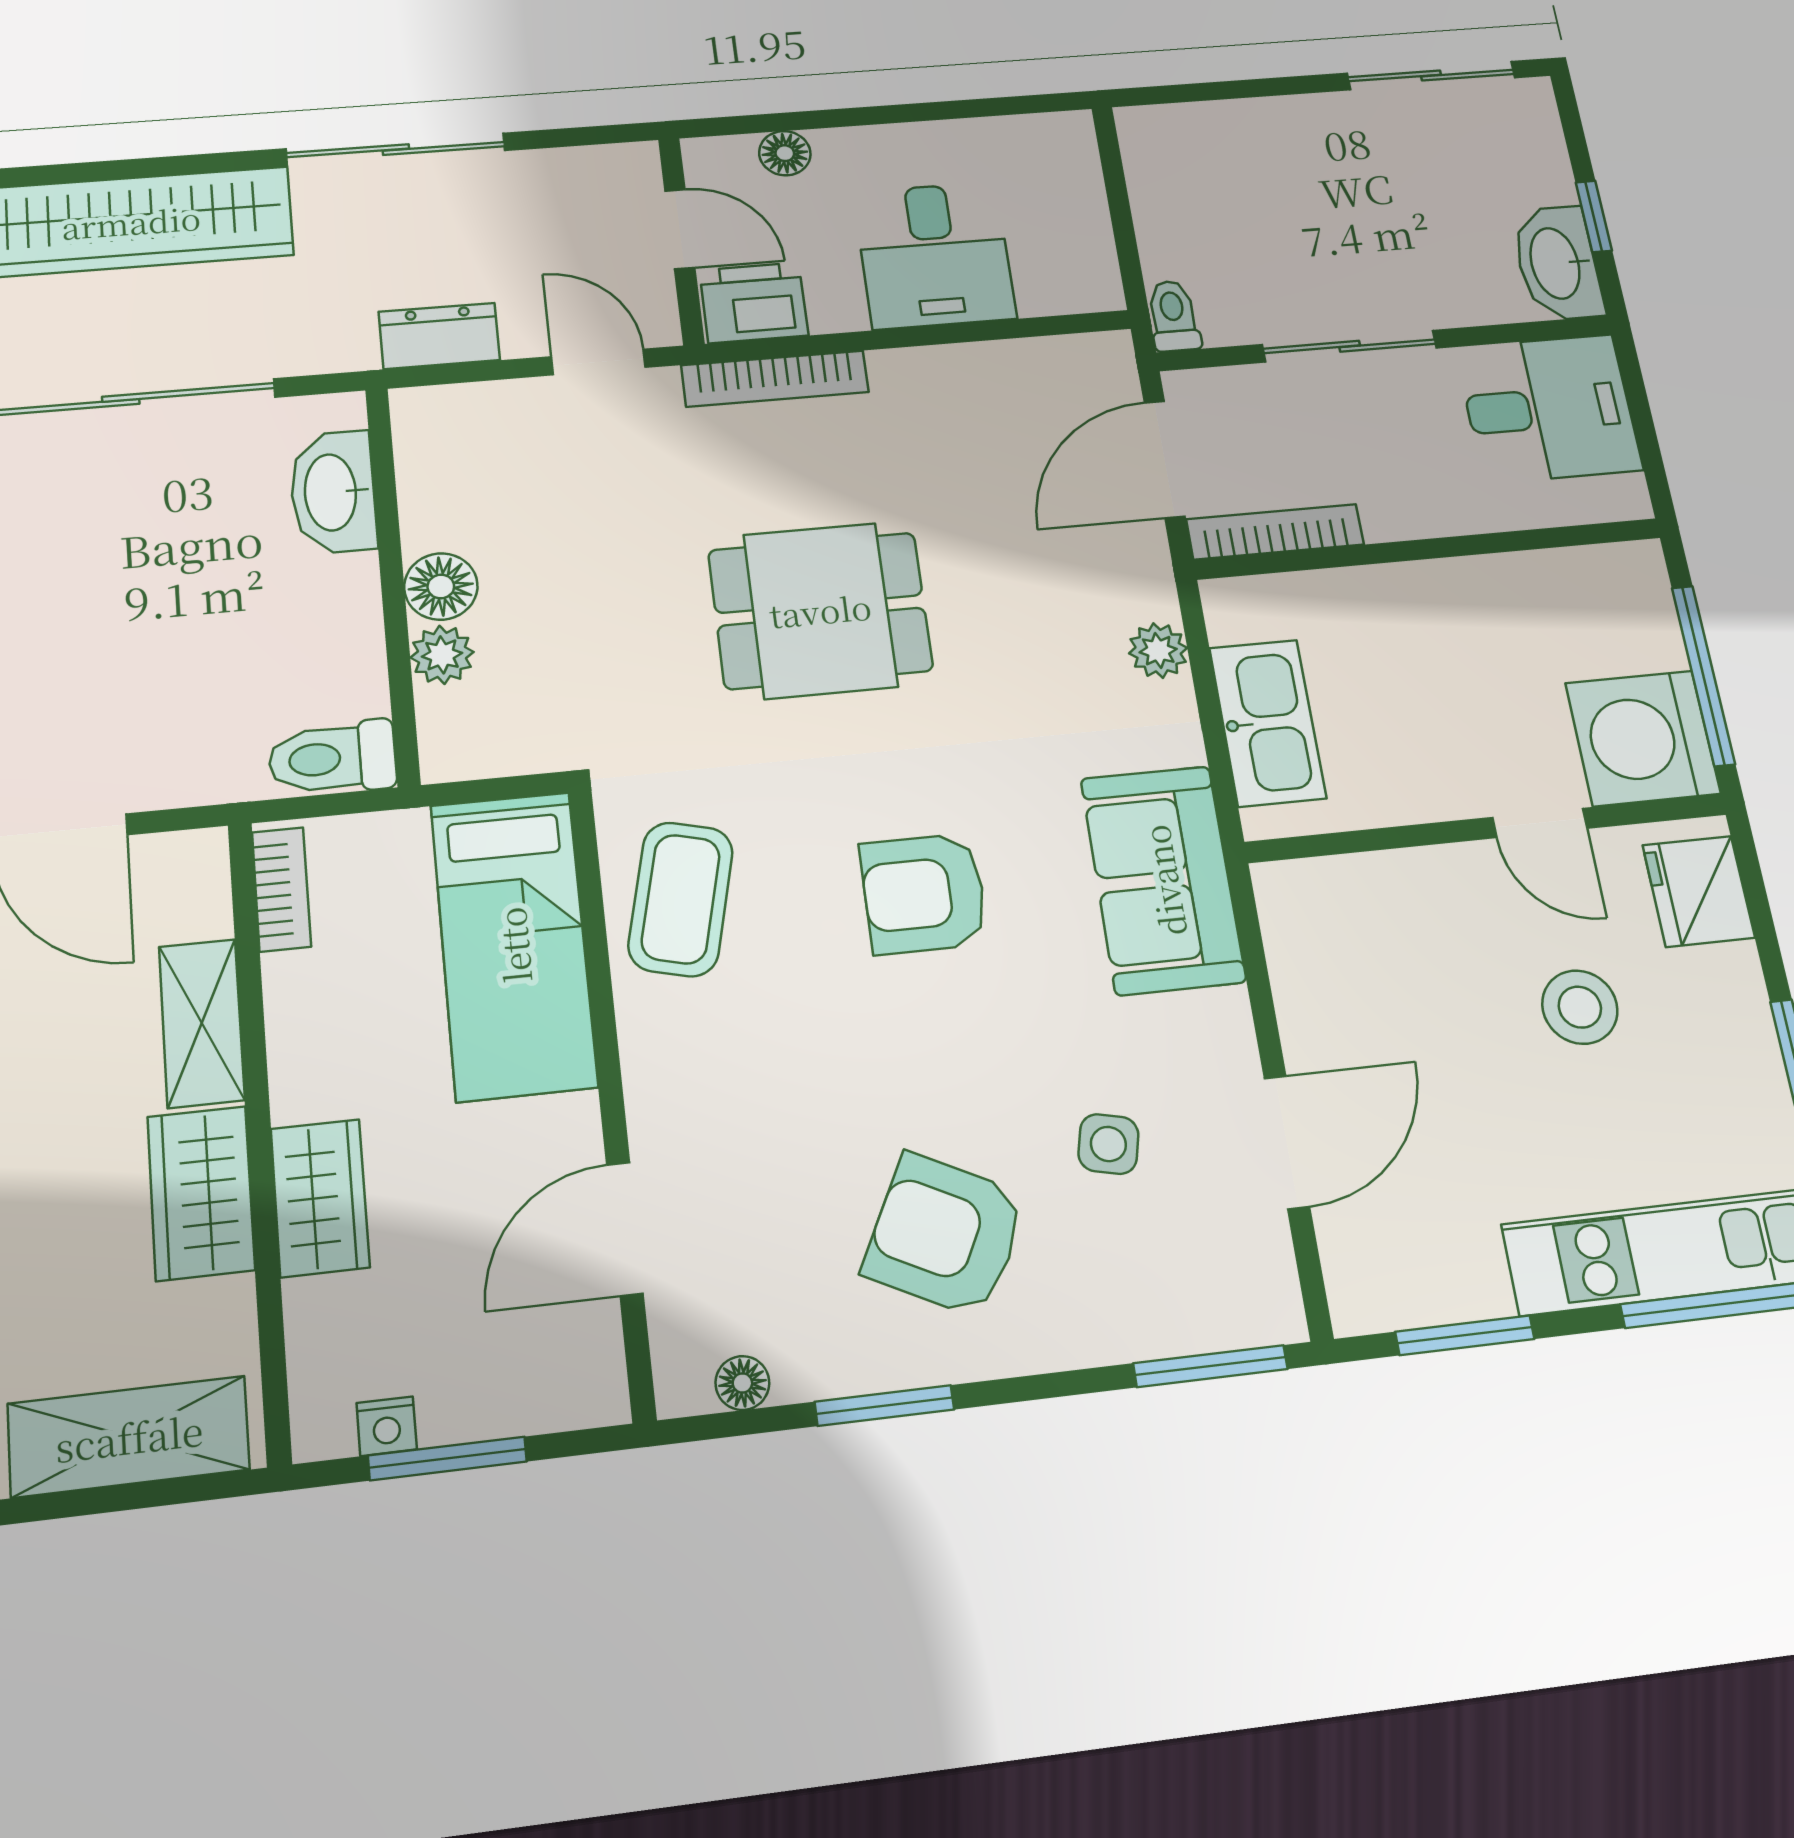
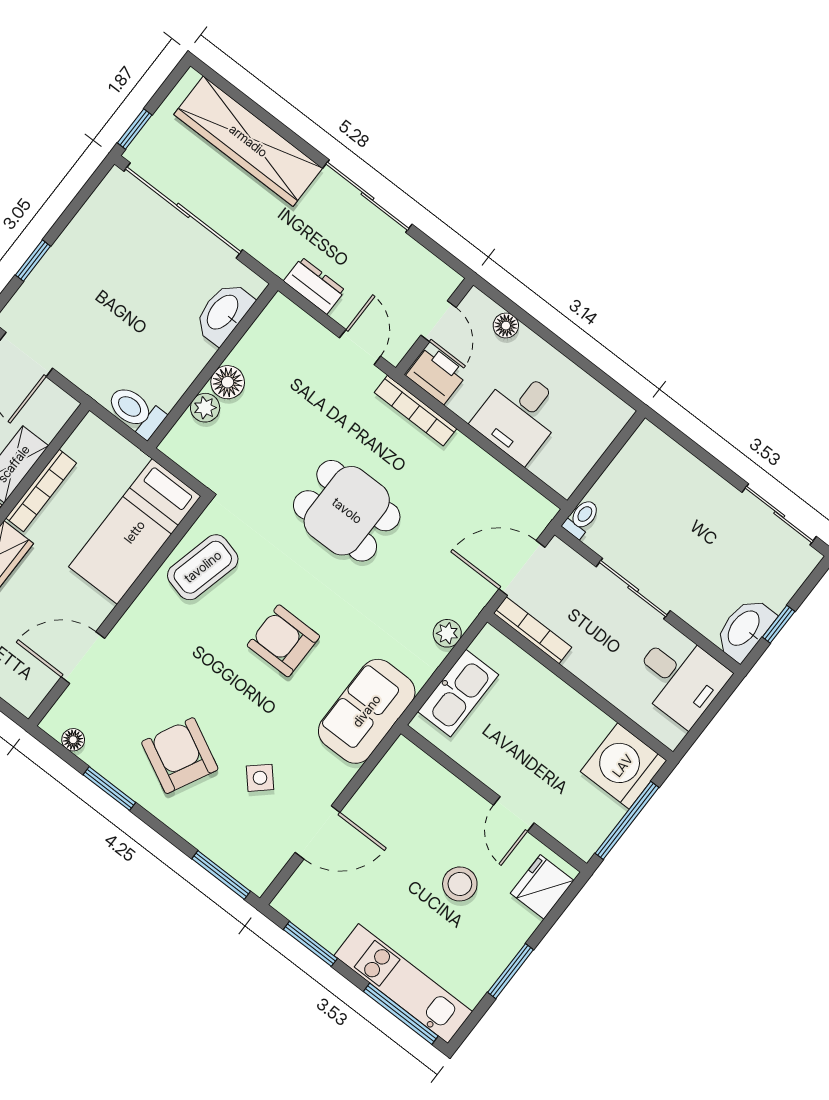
washing machine: (1643, 738) -> (623, 766), moved
bookcase: (281, 889) -> (41, 490), moved, width x1.56
side table: (1108, 1144) -> (260, 778), turned 35

